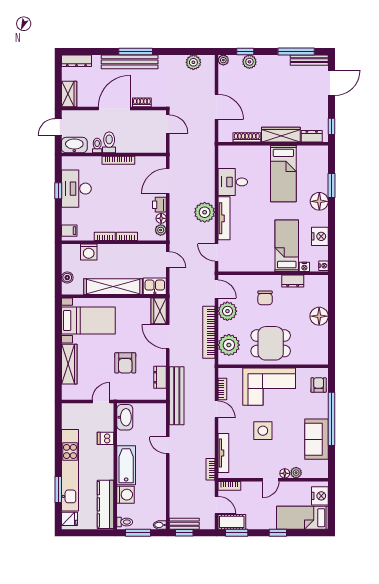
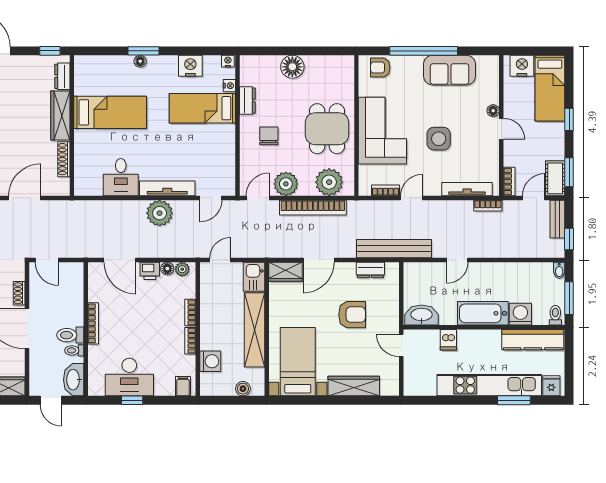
door: (168, 124) -> (47, 260), swing flipped
window: (332, 186) -> (144, 51), moved
floor lamp: (319, 201) -> (140, 61), width x0.53, depth x0.53
chair: (265, 298) -> (269, 136), turned -90
plant: (296, 473) -> (492, 96), removed
bench: (184, 524) -> (557, 219), moved

